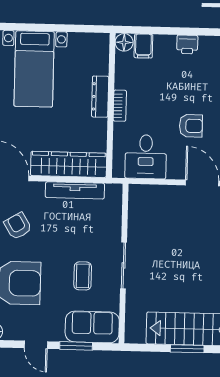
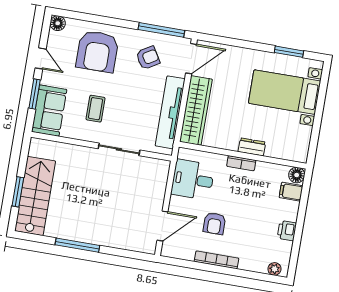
dresser: (100, 97) -> (252, 147), width x0.70
tv unit: (75, 190) -> (170, 112), width x1.36, depth x1.29
sliding door: (123, 265) -> (119, 149), moved
coffee table: (83, 276) -> (96, 109), turned 90
door: (36, 345) -> (41, 58), swing flipped

